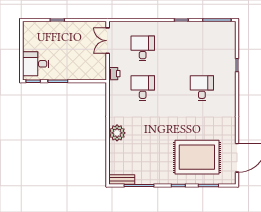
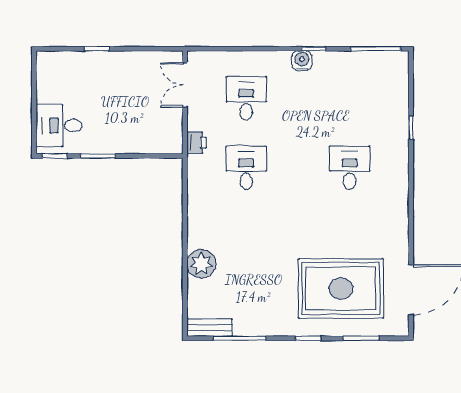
water cooler: (175, 27) -> (302, 61), added
plant: (117, 133) -> (201, 264), moved

